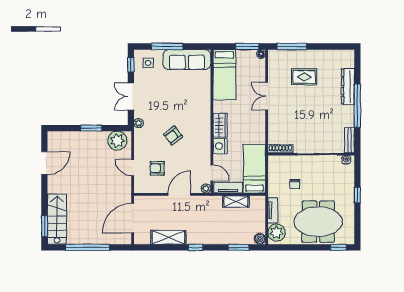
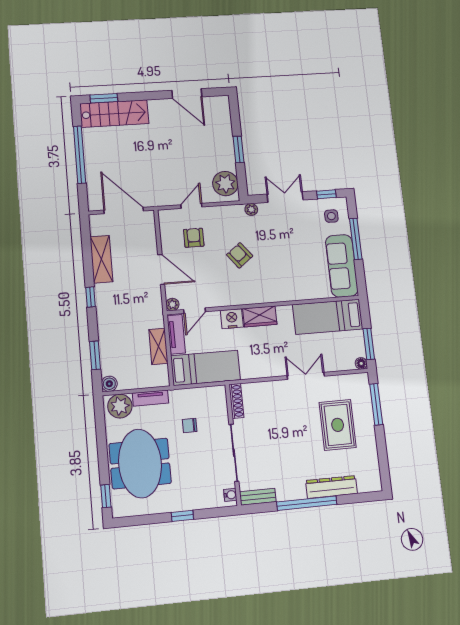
rug: (304, 77) -> (338, 425), width x1.36, depth x1.43

